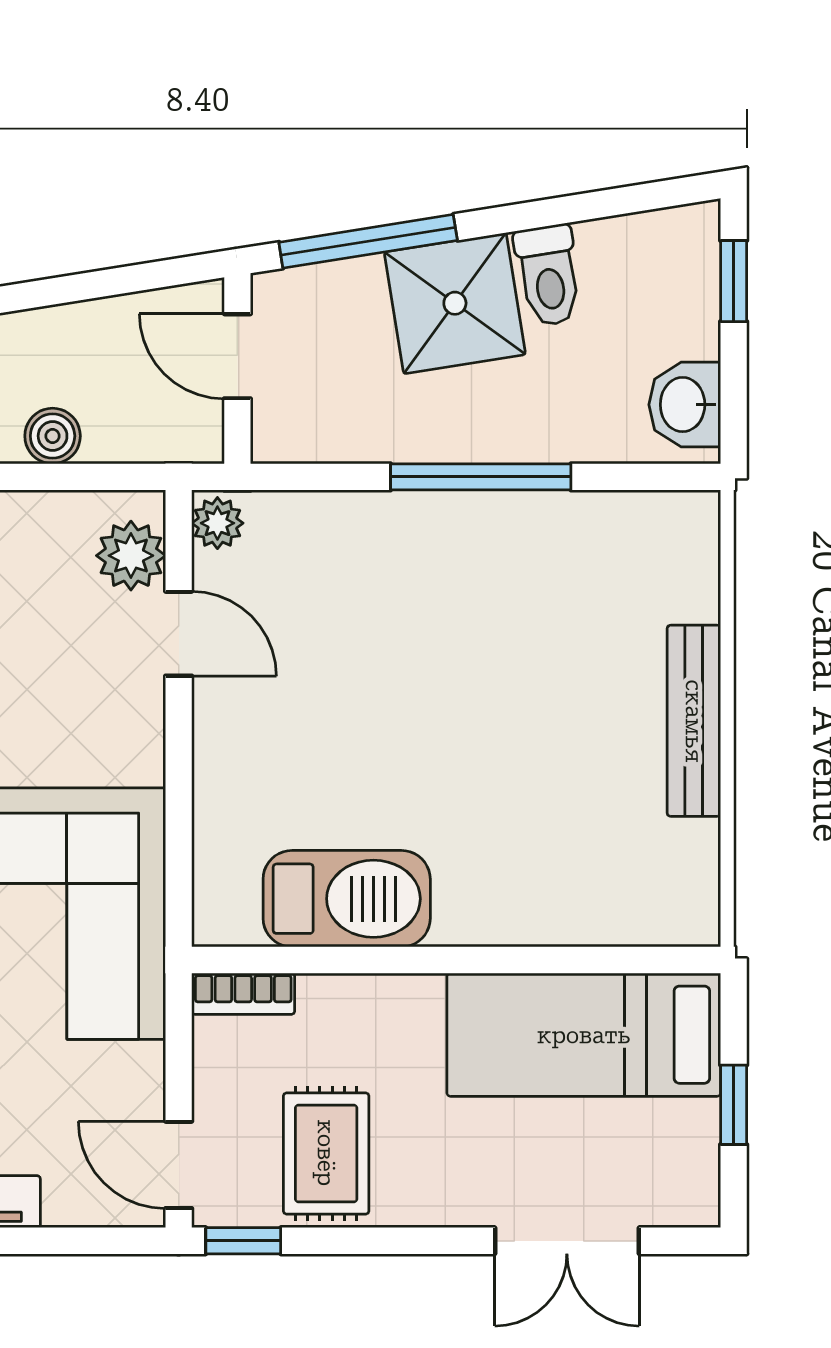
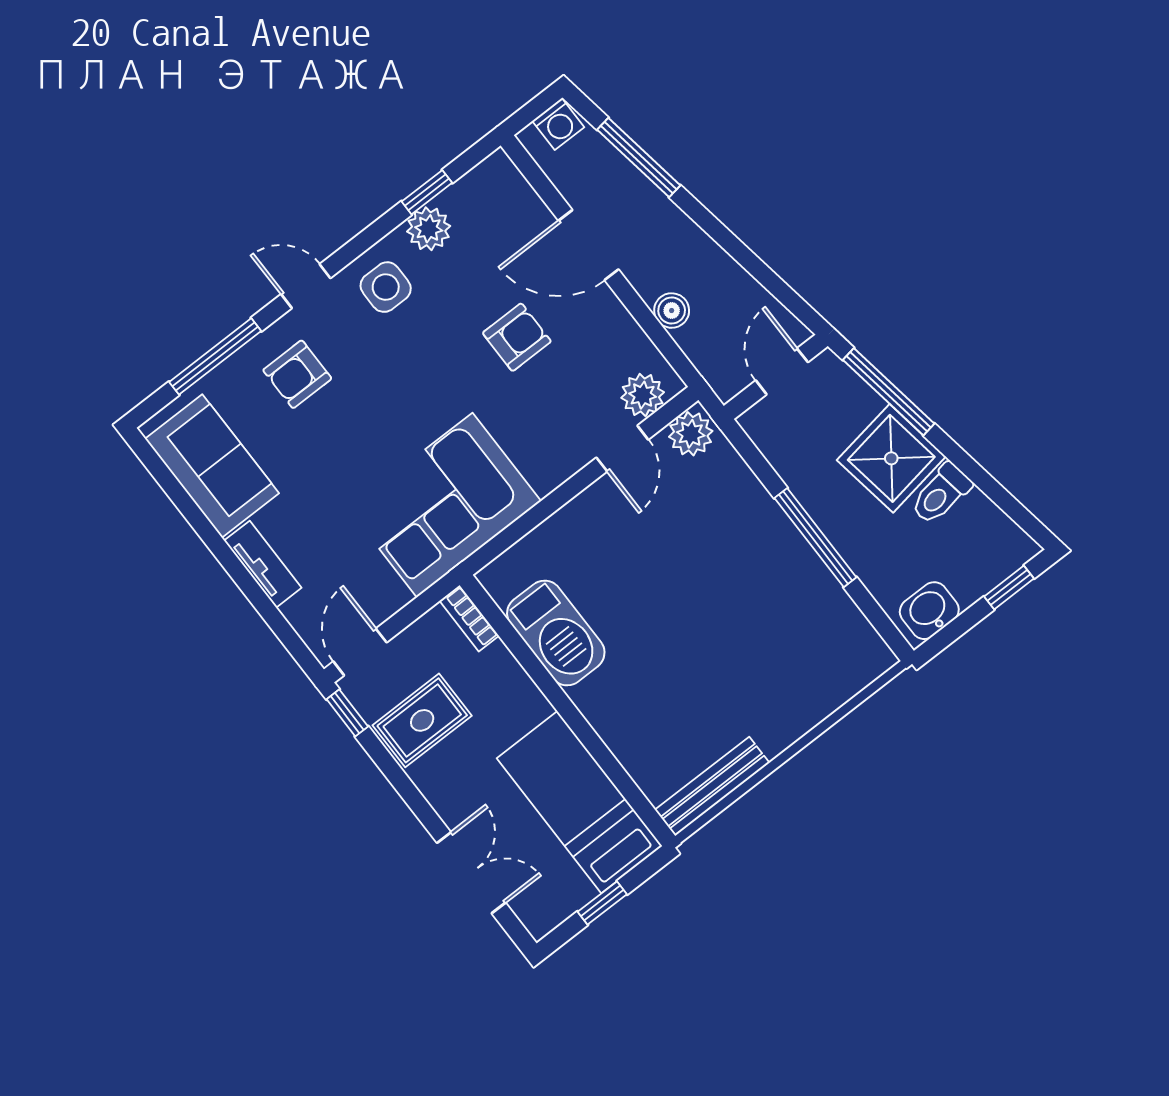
plant: (217, 523) -> (691, 434), width x1.38, depth x1.38
bench: (694, 721) -> (712, 786), moved
double door: (567, 1241) -> (471, 873), swing flipped

